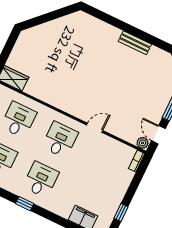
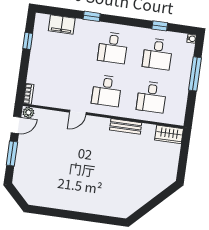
bench: (135, 43) -> (126, 126), moved
door: (158, 135) -> (16, 125), hinge flipped
window: (25, 204) -> (92, 16), moved

